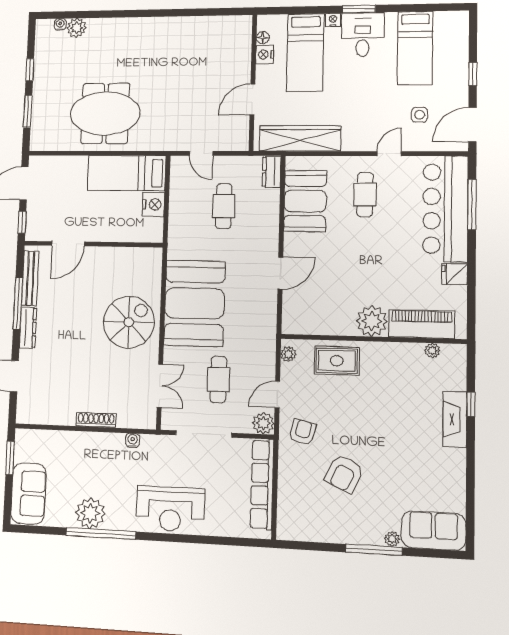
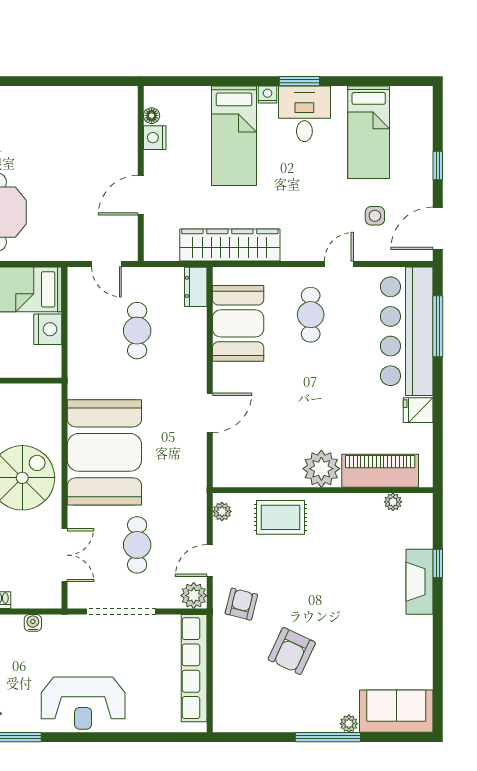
floor lamp: (263, 38) -> (152, 116), moved
nightstand: (265, 54) -> (155, 138), moved
wall: (253, 83) -> (141, 174), moved
door: (252, 99) -> (141, 195), moved

